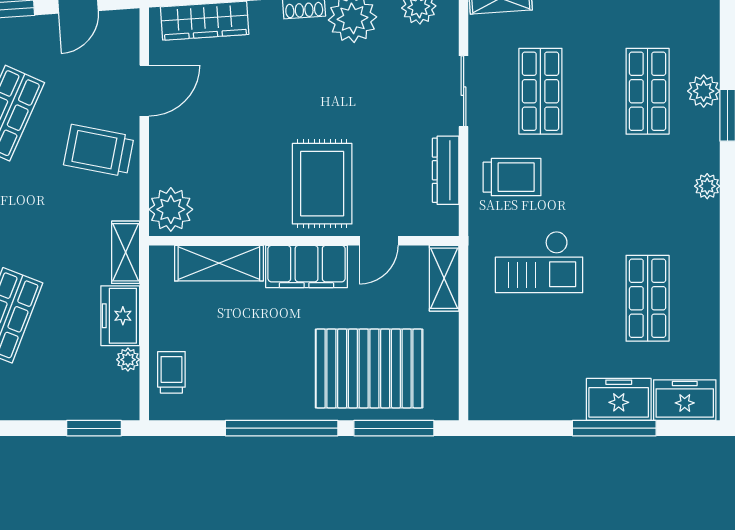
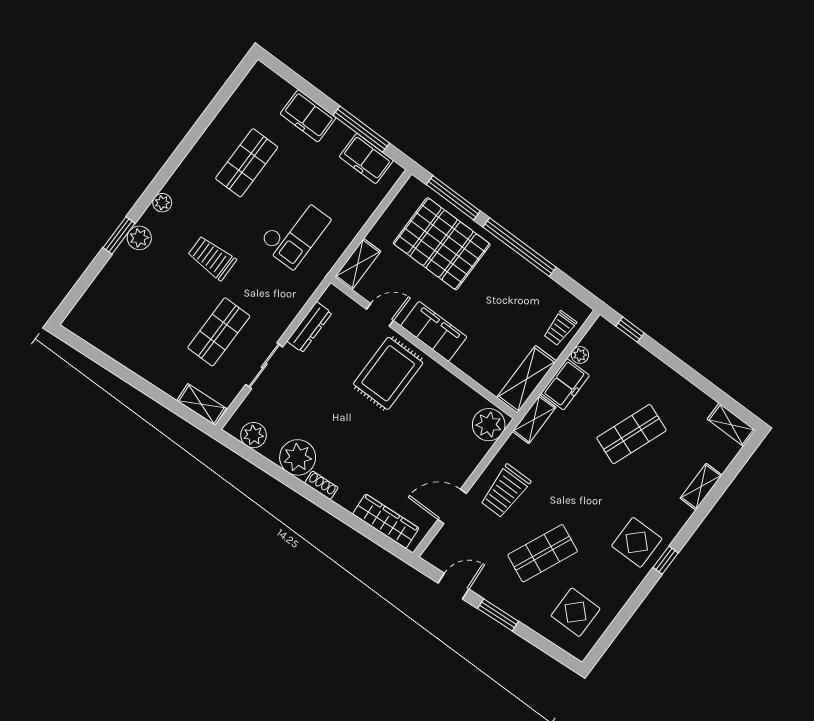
shop shelf: (648, 91) -> (156, 285), removed
plant: (704, 91) -> (139, 238), moved
trolley: (99, 151) -> (505, 491), turned 79
trolley: (512, 177) -> (212, 258), moved
checkout: (539, 262) -> (295, 232), turned 90
shelving: (219, 263) -> (527, 379), moved, turned 90
freezer: (685, 400) -> (366, 159), moved
window: (94, 428) -> (630, 330), width x0.67
window: (614, 428) -> (361, 129), moved

